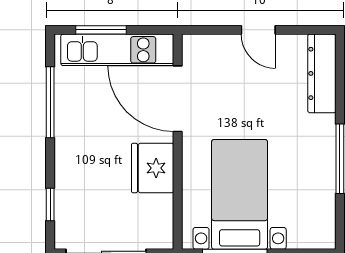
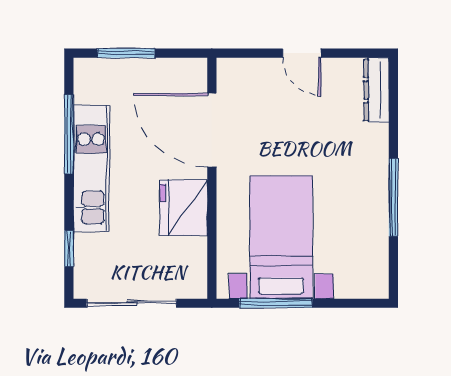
kitchen unit: (117, 50) -> (91, 168), moved, turned -90
dresser: (322, 73) -> (376, 90), width x0.73, depth x0.80

